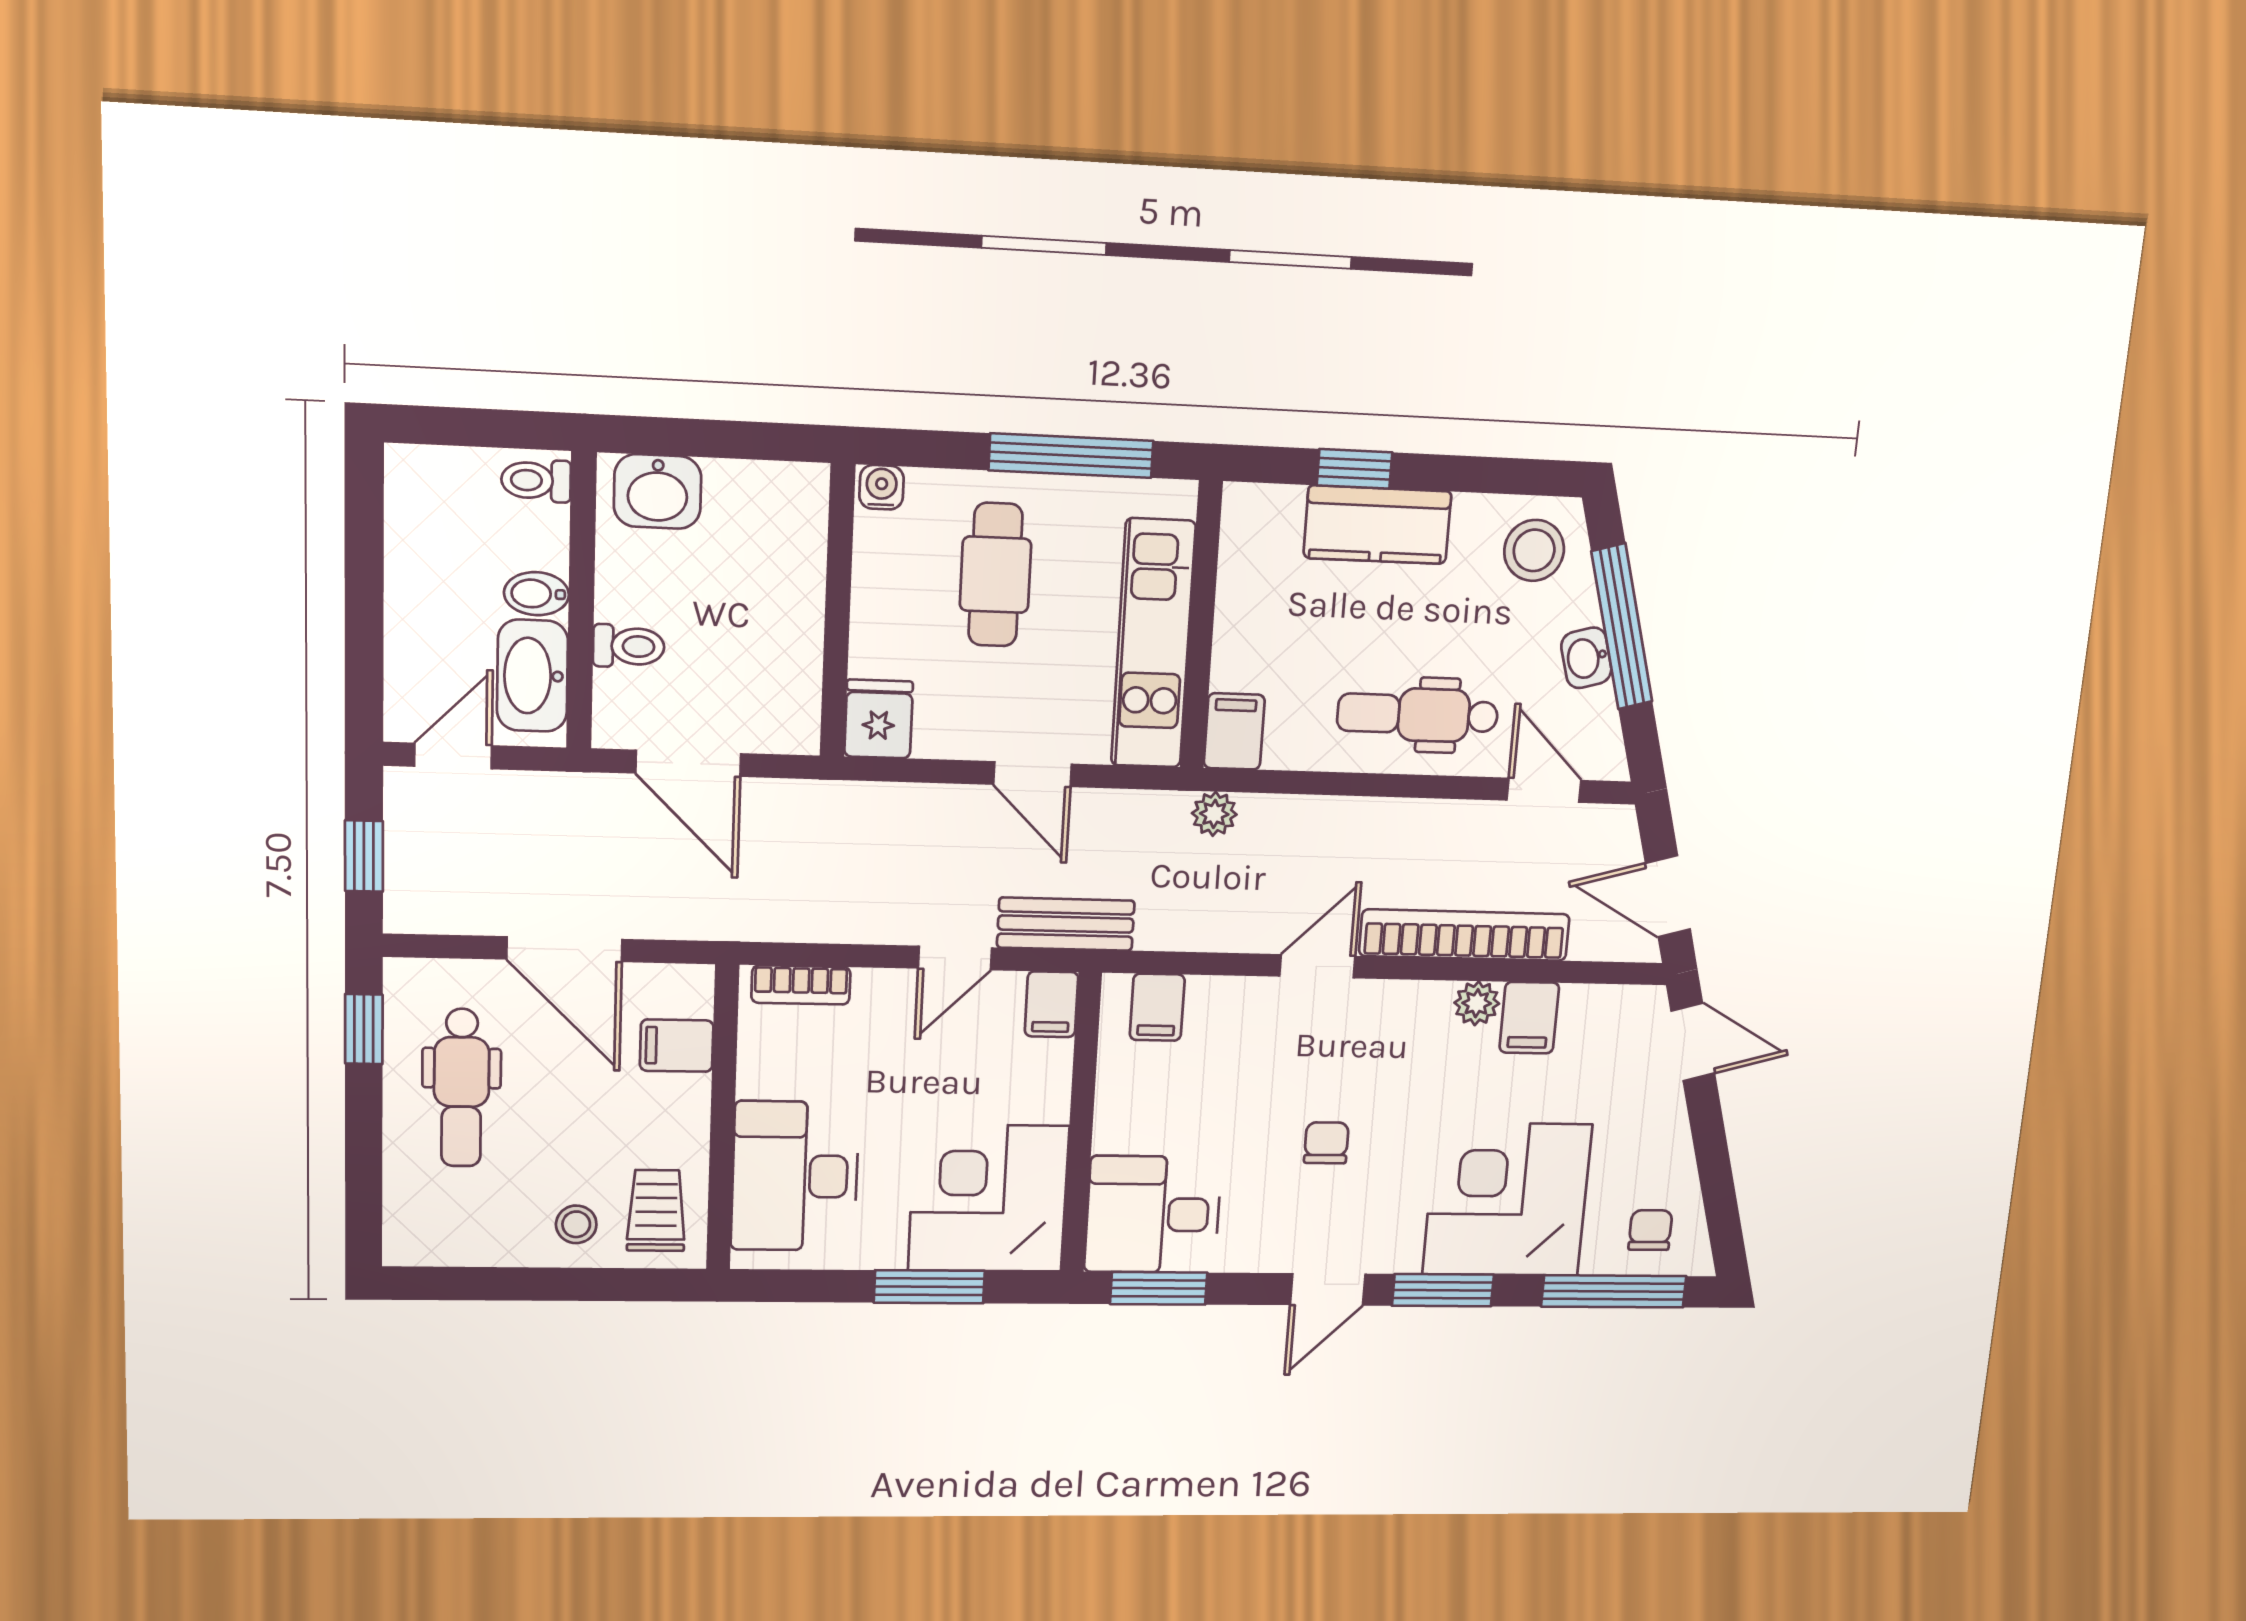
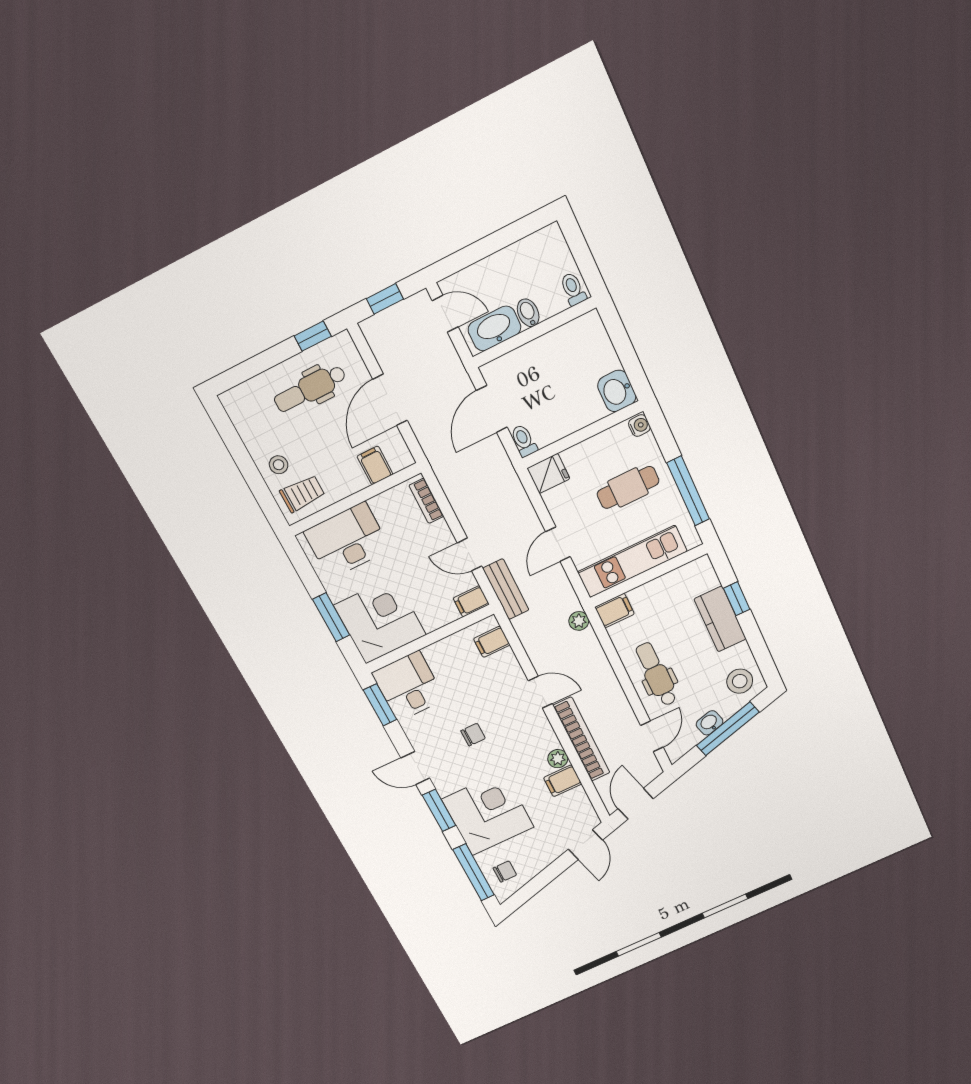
washbasin: (658, 491) -> (617, 391), moved
toilet: (629, 646) -> (524, 441), moved, turned 180

